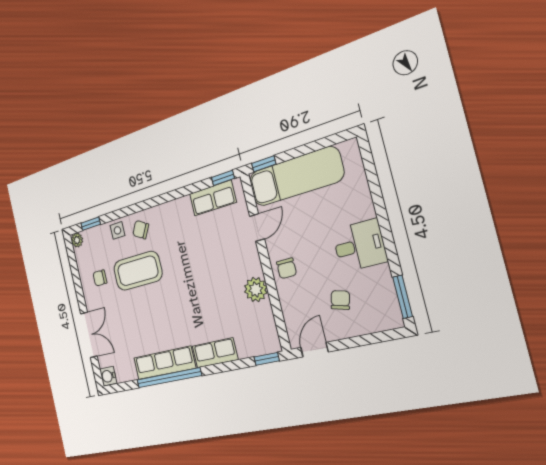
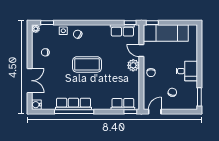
door: (257, 228) -> (141, 51), swing flipped
coffee table: (138, 271) -> (87, 64), moved
plant: (256, 289) -> (133, 65), moved
row of seats: (215, 353) -> (123, 104), moved

